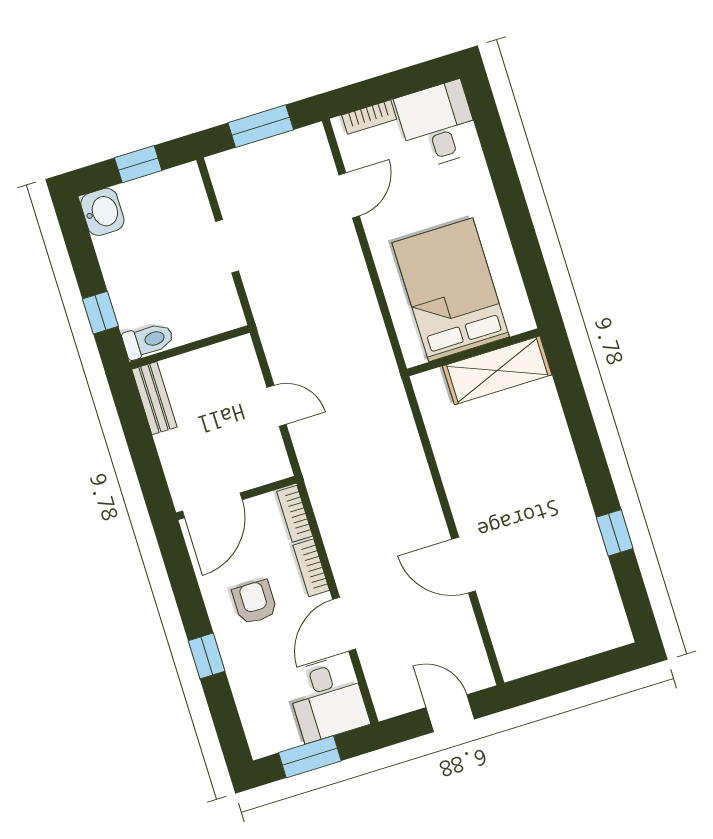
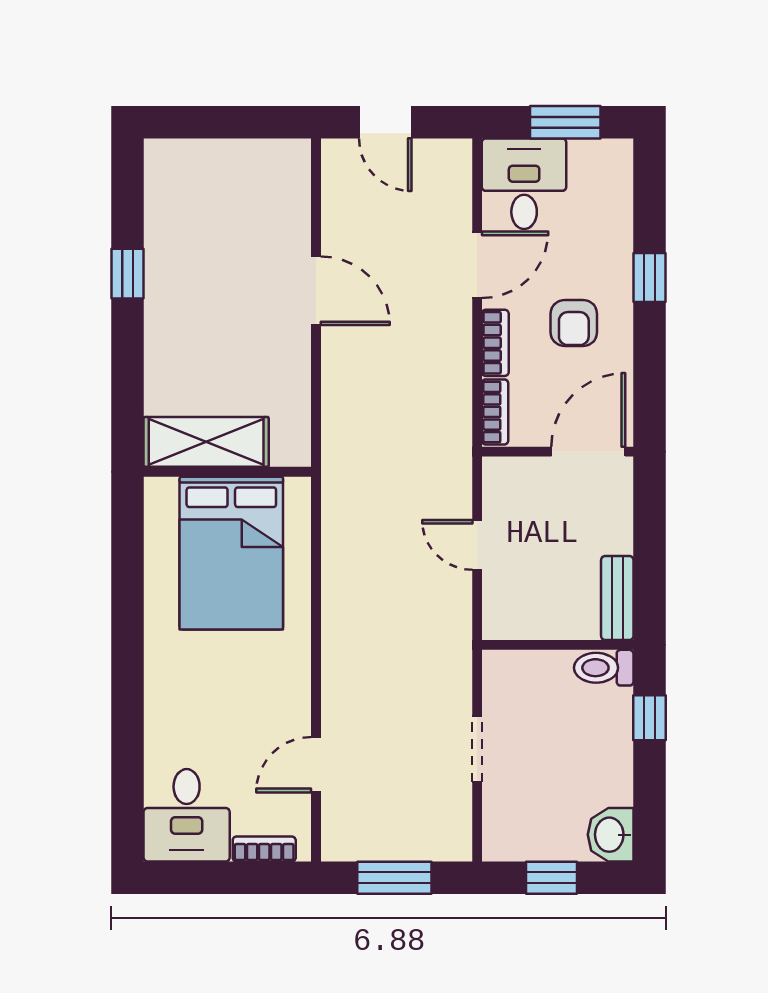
bed: (451, 290) -> (231, 553), moved
wall: (473, 352) -> (227, 472), moved
shelving: (497, 370) -> (206, 442), moved

